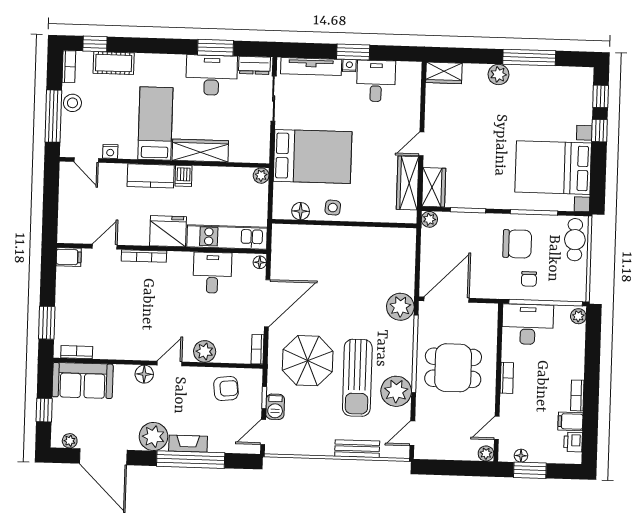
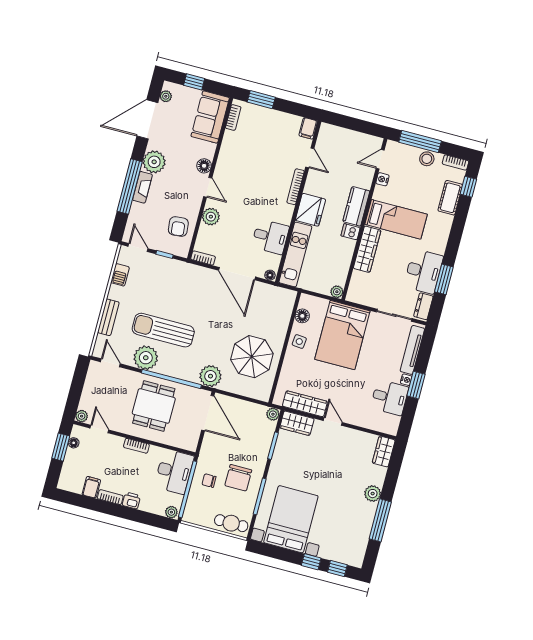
parasol: (308, 361) -> (252, 357), moved
barbecue: (275, 407) -> (120, 275), moved, turned -90
printer: (573, 442) -> (131, 500), moved

